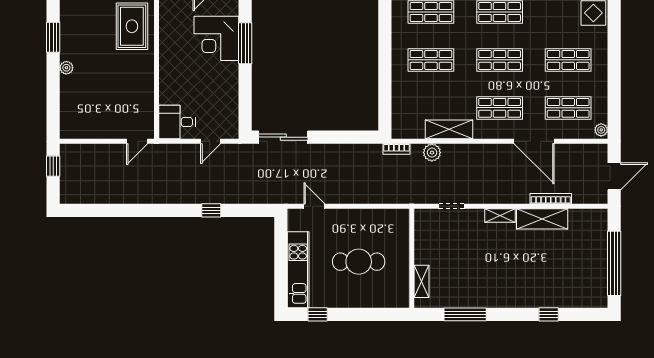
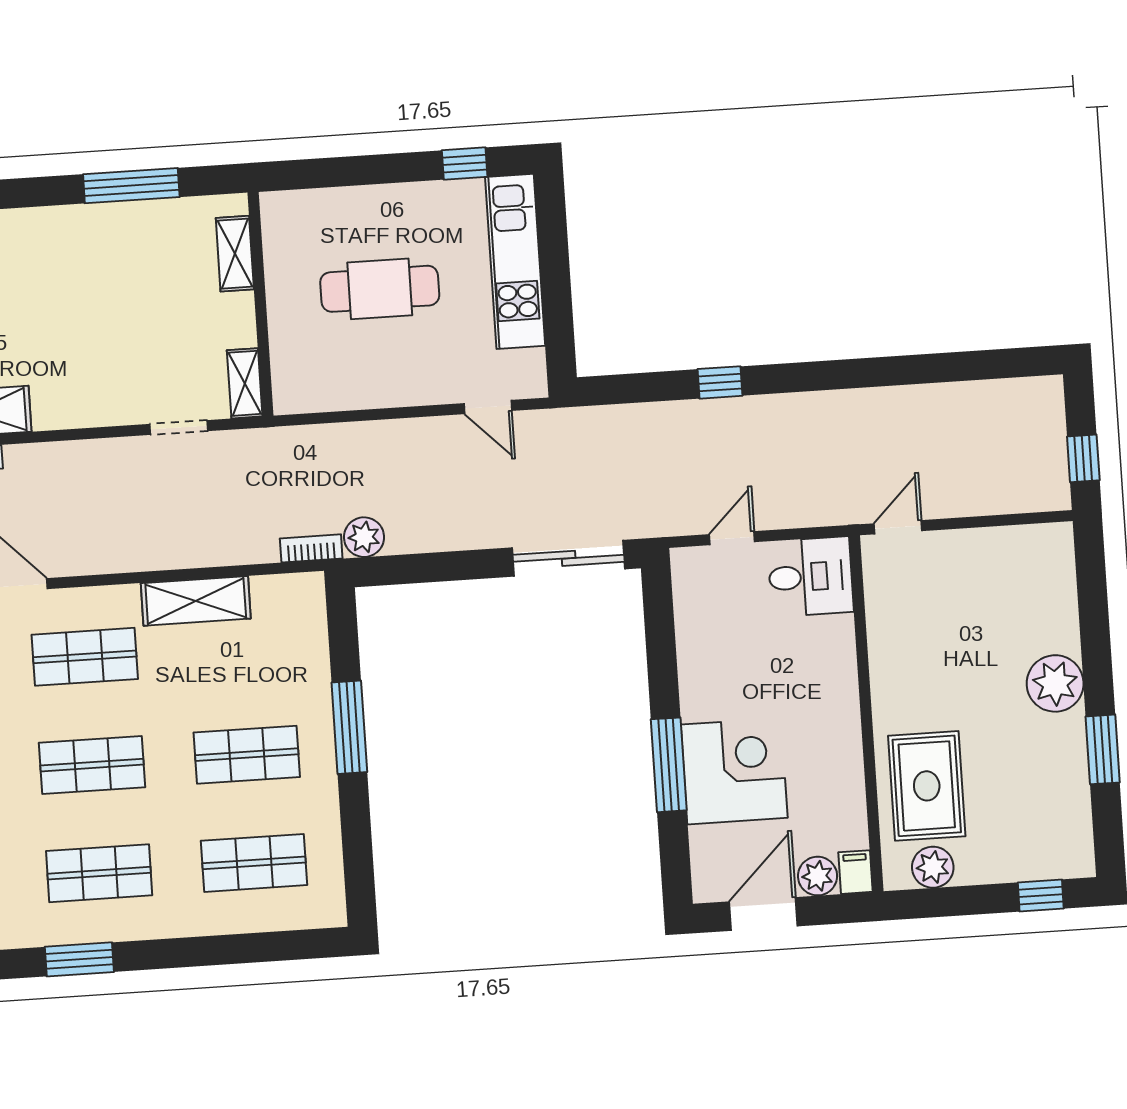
plant: (66, 68) -> (1055, 683), width x1.87, depth x1.87
window: (385, 69) -> (349, 727), added
plant: (432, 153) -> (364, 537), moved
shelving: (500, 216) -> (245, 383), moved, turned 90

